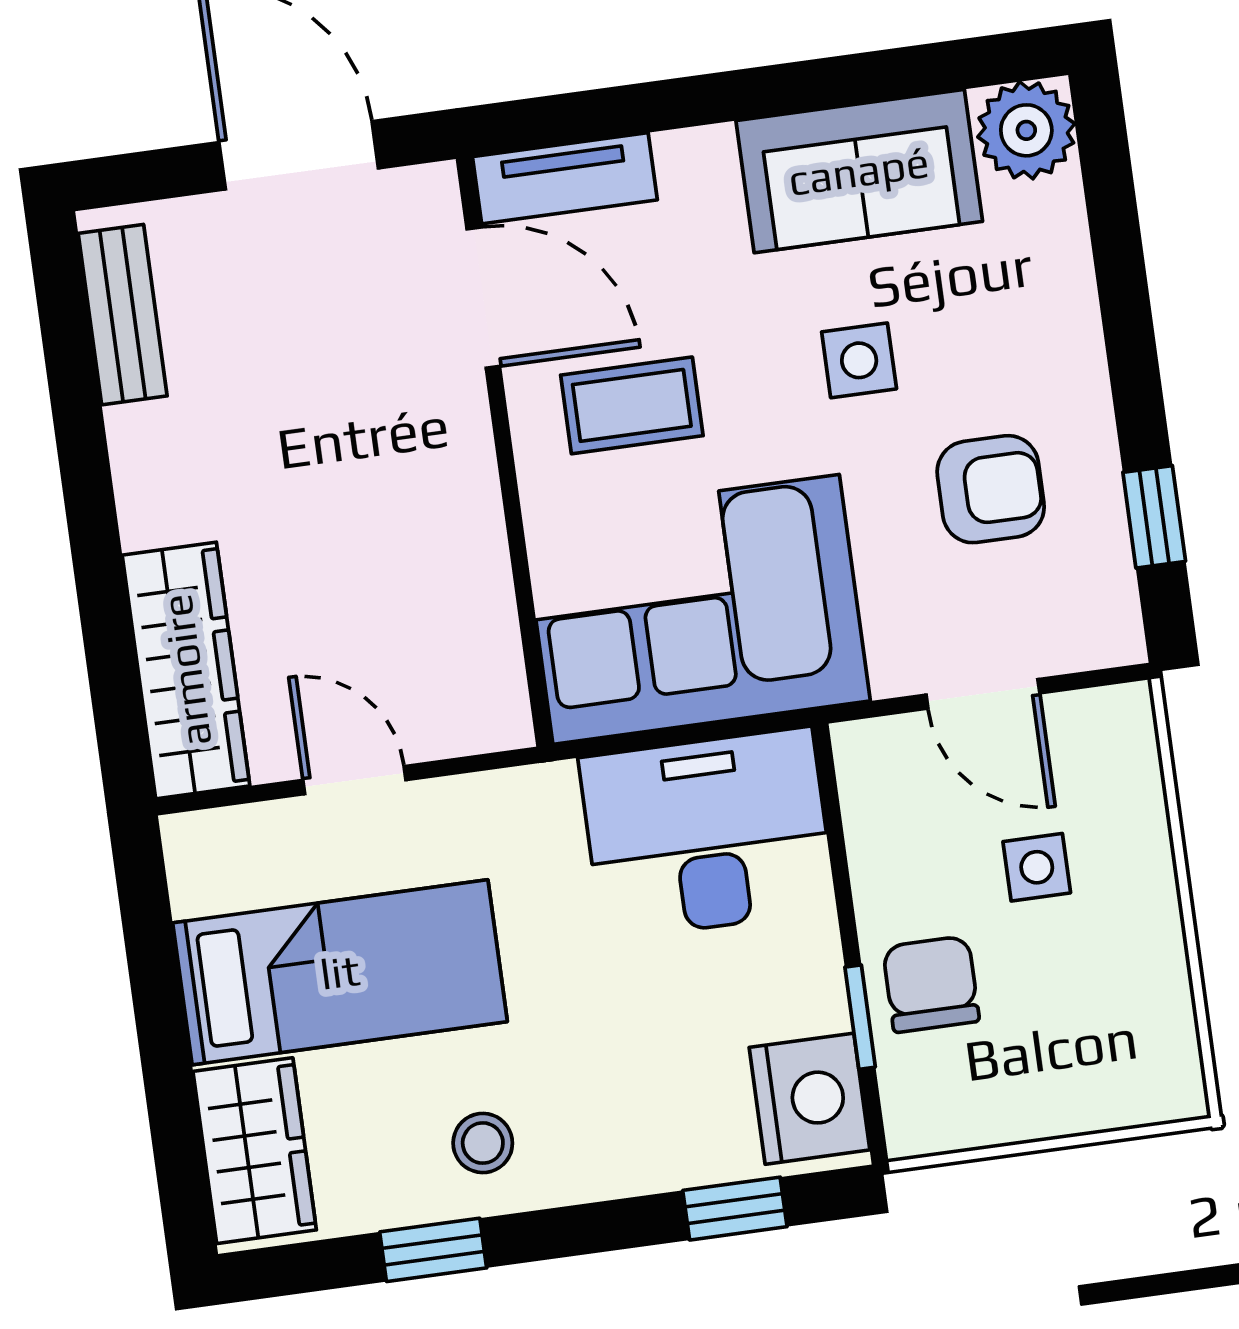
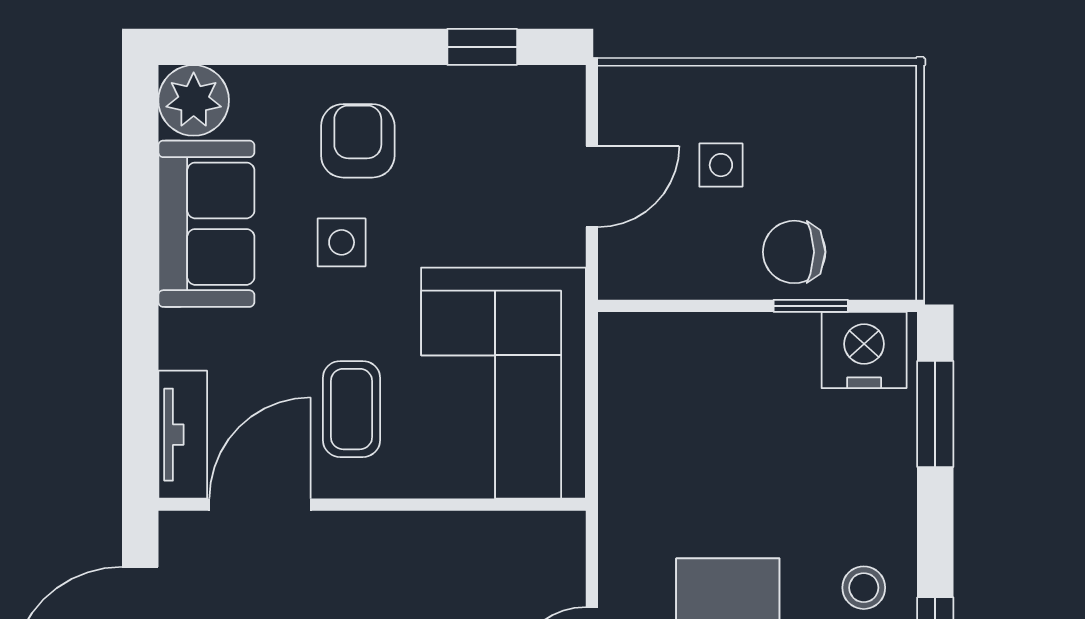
armchair: (991, 489) -> (358, 141), moved
desk: (707, 834) -> (665, 397), removed
window: (735, 1209) -> (935, 414), width x1.50

